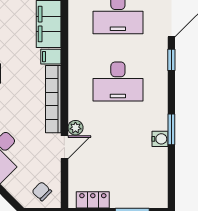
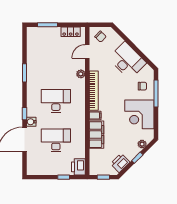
water cooler: (160, 139) -> (31, 122), moved
door: (64, 147) -> (87, 51), moved

